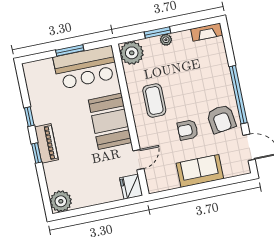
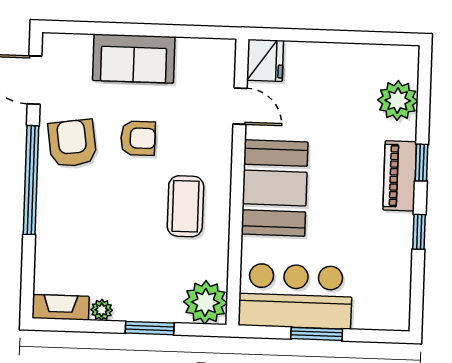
plant: (166, 40) -> (102, 310), moved
door: (138, 160) -> (240, 106), swing flipped
plant: (61, 201) -> (398, 101), moved

